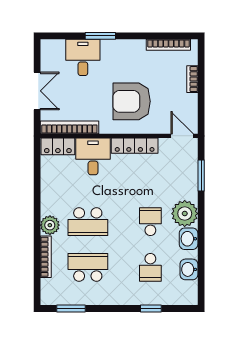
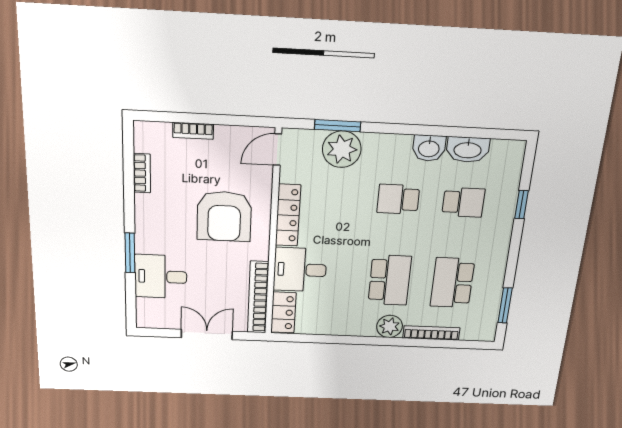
bookcase: (168, 45) -> (142, 173), width x0.64
plant: (185, 214) -> (342, 149), moved
washbasin: (189, 269) -> (468, 150), width x1.38

